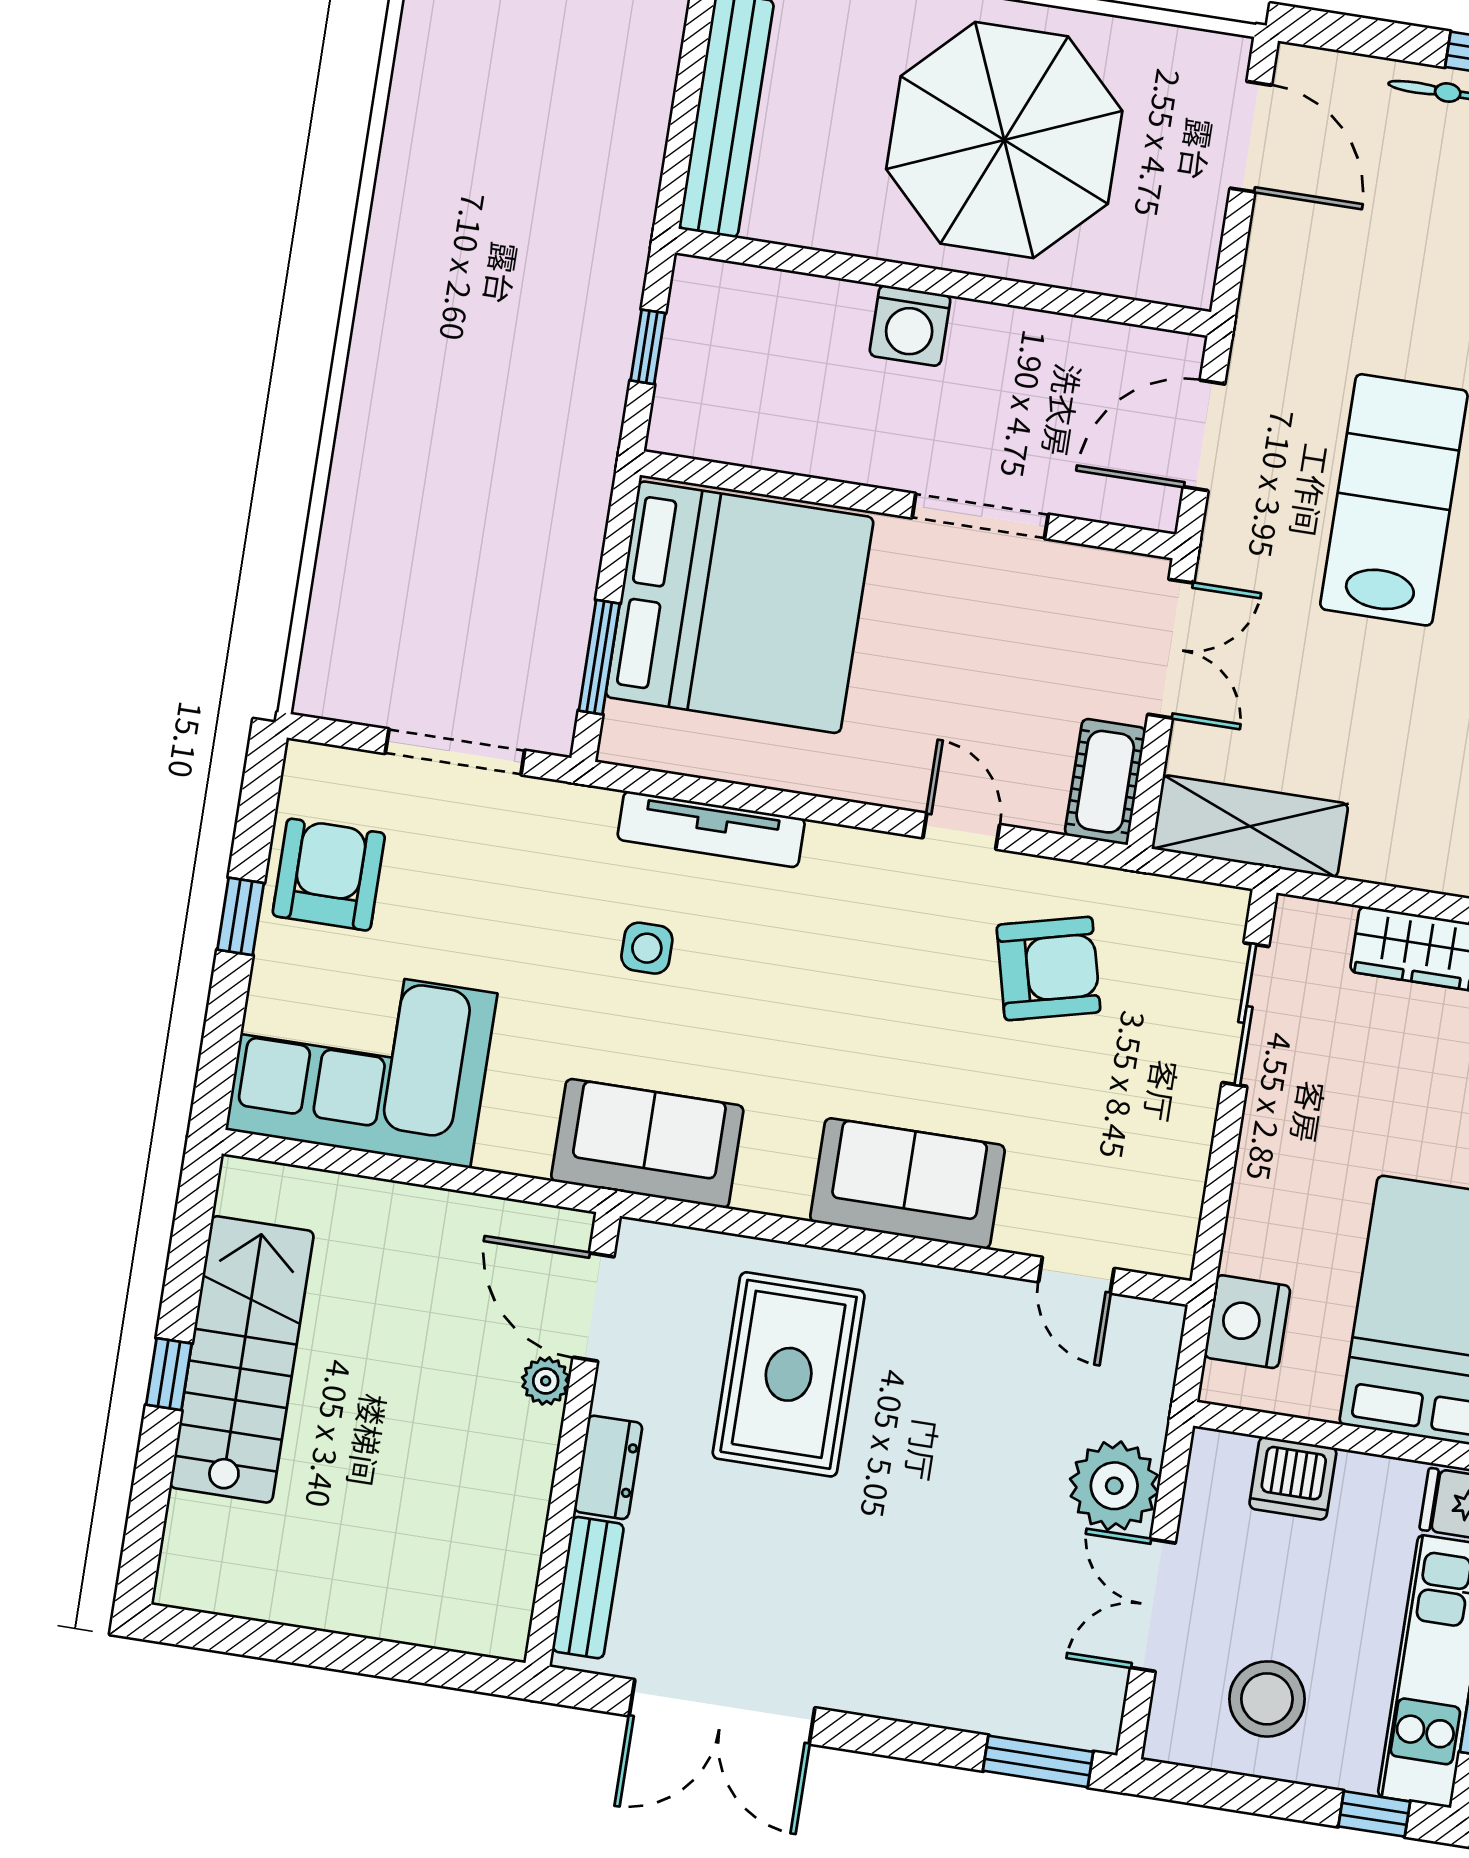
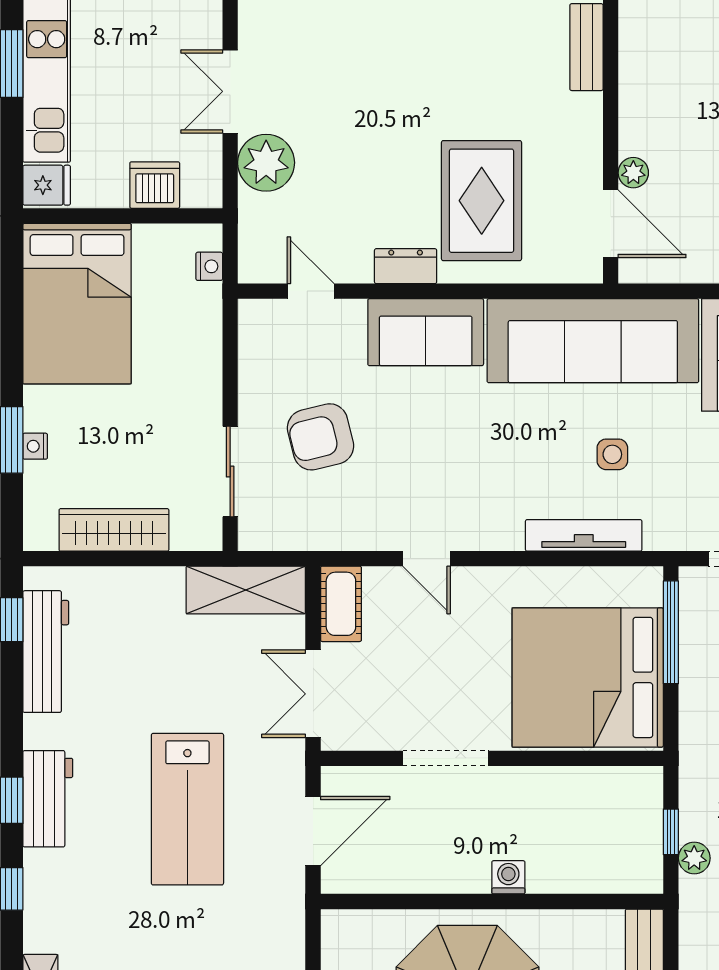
plant: (618, 300) -> (694, 858), added
washing machine: (910, 325) -> (508, 877), width x0.73, depth x0.73
window: (599, 657) -> (671, 632), width x1.44
armchair: (1049, 969) -> (321, 437), moved
sofa: (647, 1143) -> (593, 341), width x1.85, depth x1.27
nightstand: (1247, 1322) -> (209, 266), width x0.53, depth x0.56
dresser: (608, 1467) -> (406, 266), moved, turned 90
double door: (1153, 1605) -> (230, 91), swing flipped
stool: (1267, 1699) -> (149, 44), removed

